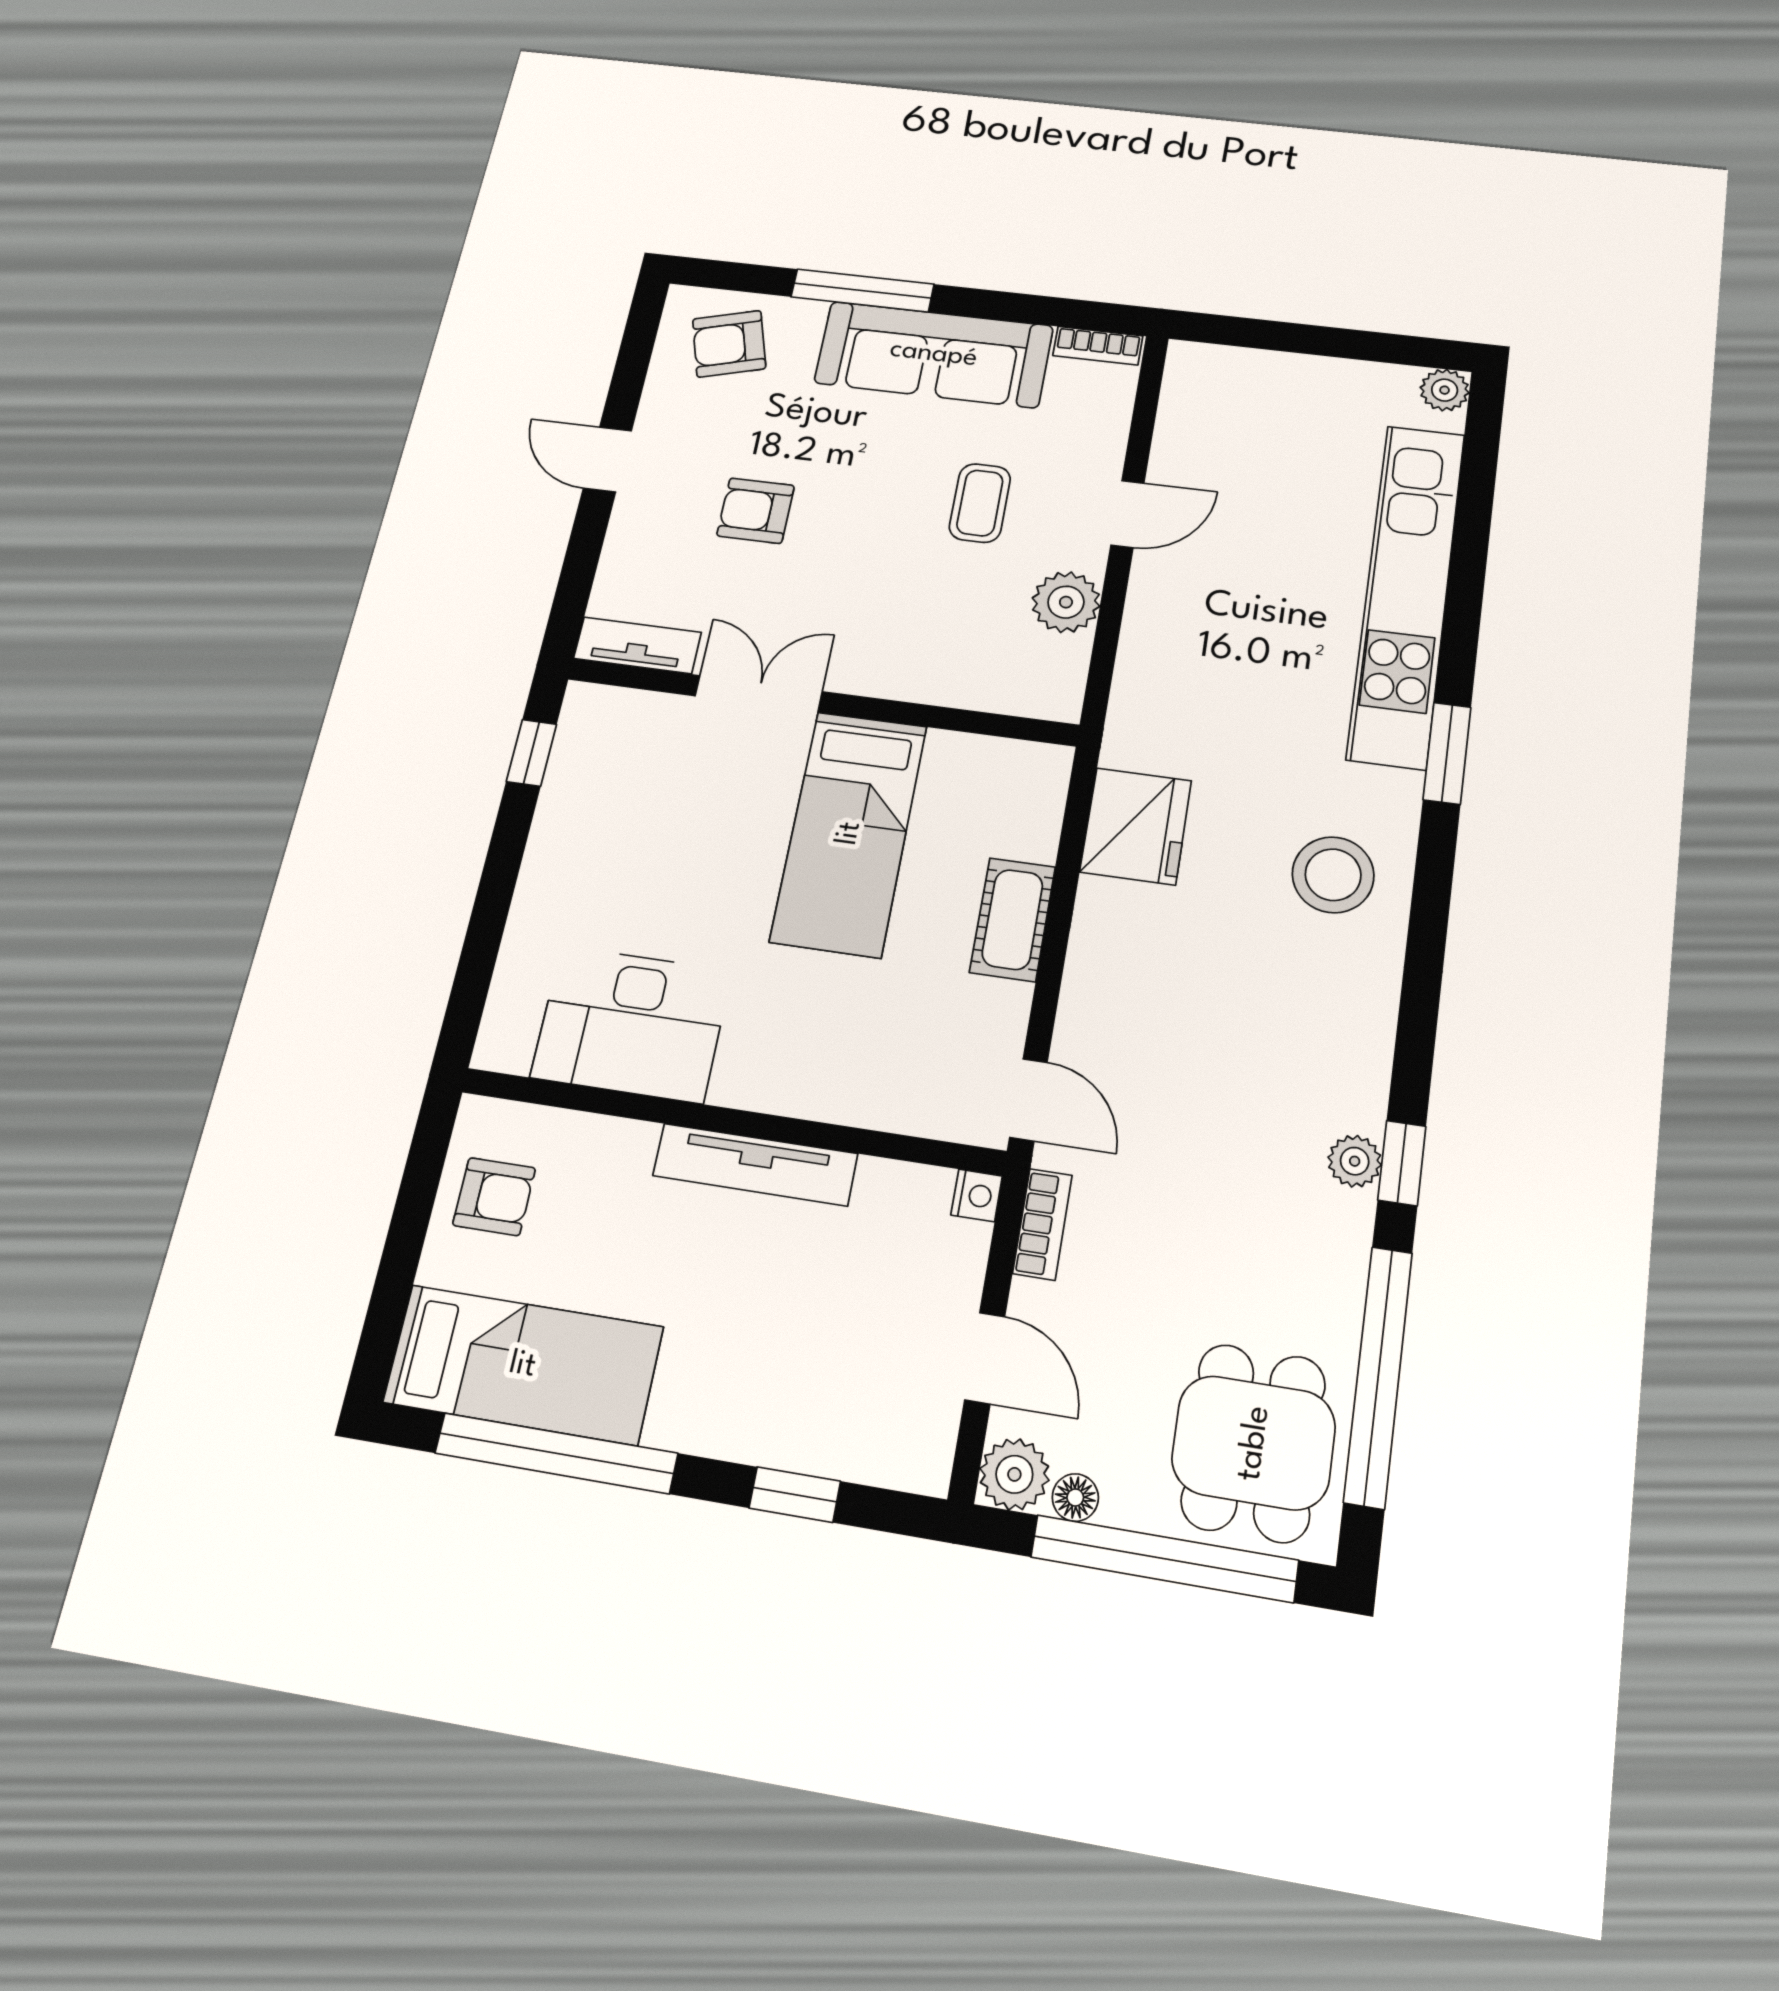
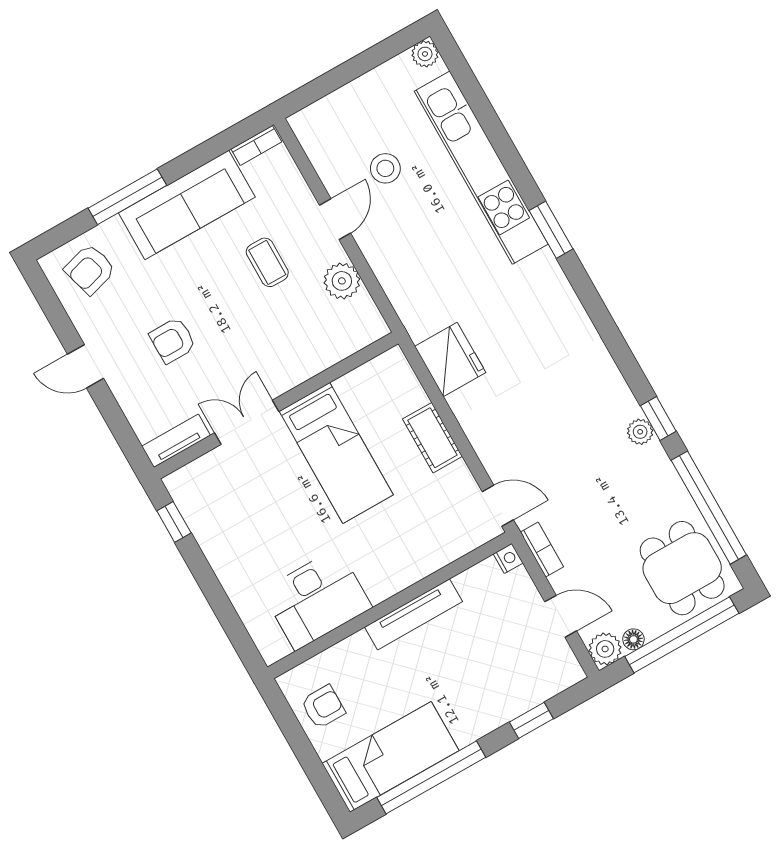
stool: (1333, 875) -> (385, 168), moved, width x0.73, depth x0.73

